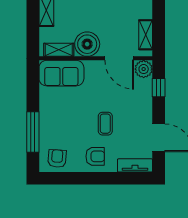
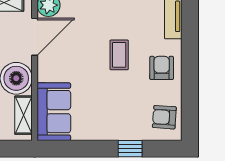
coffee table: (105, 124) -> (119, 55), turned 90
window: (33, 132) -> (130, 149), width x0.46

